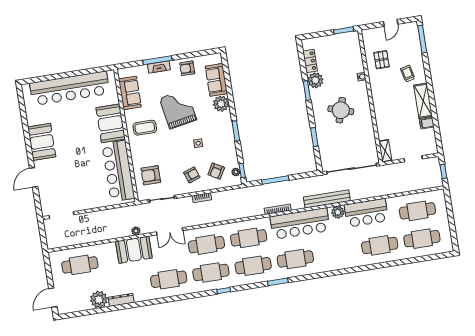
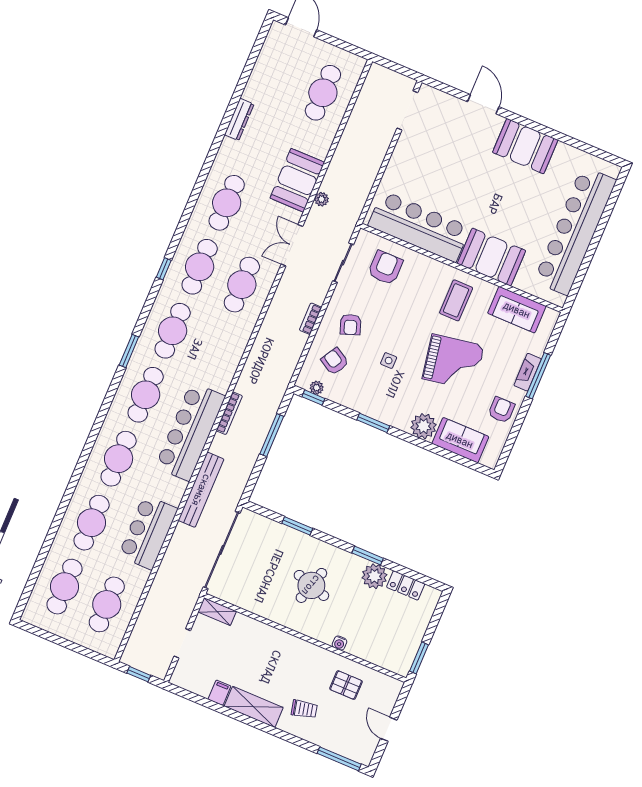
plant: (338, 212) -> (173, 494), removed
cafe table: (249, 238) -> (119, 459), moved
plant: (99, 300) -> (259, 89), removed

